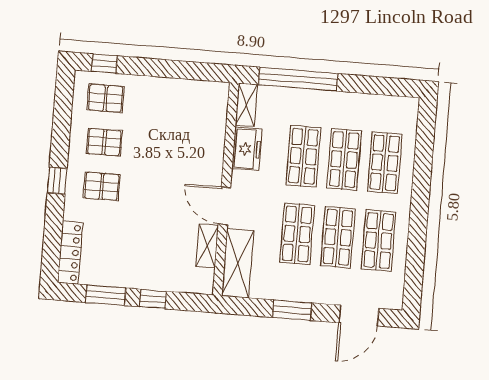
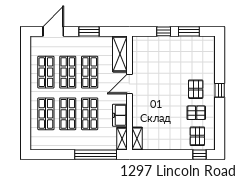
pallet: (106, 98) -> (197, 136), turned 90
pallet: (102, 186) -> (196, 89), turned 90
door: (224, 206) -> (129, 84), swing flipped
shelving: (207, 246) -> (137, 139), moved
locker: (70, 253) -> (210, 52), removed

